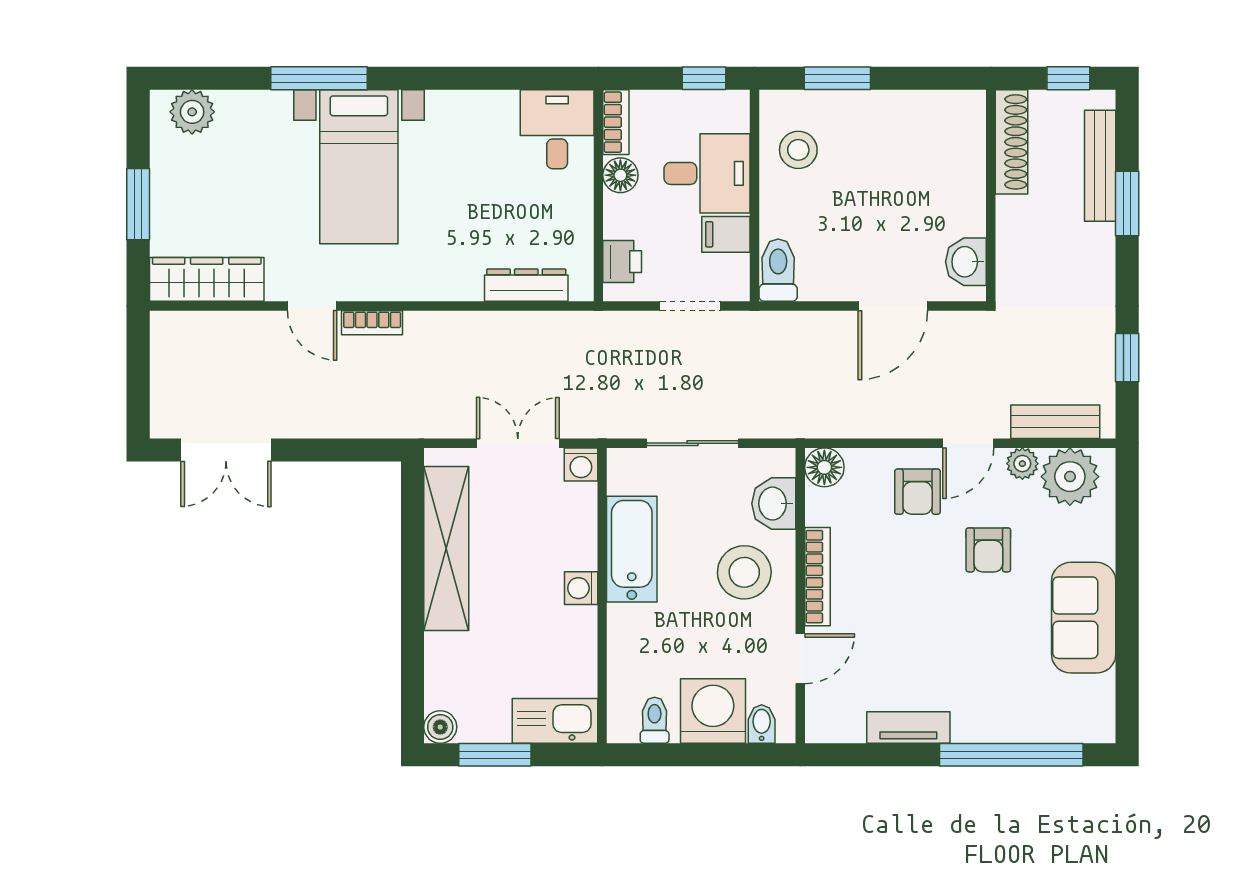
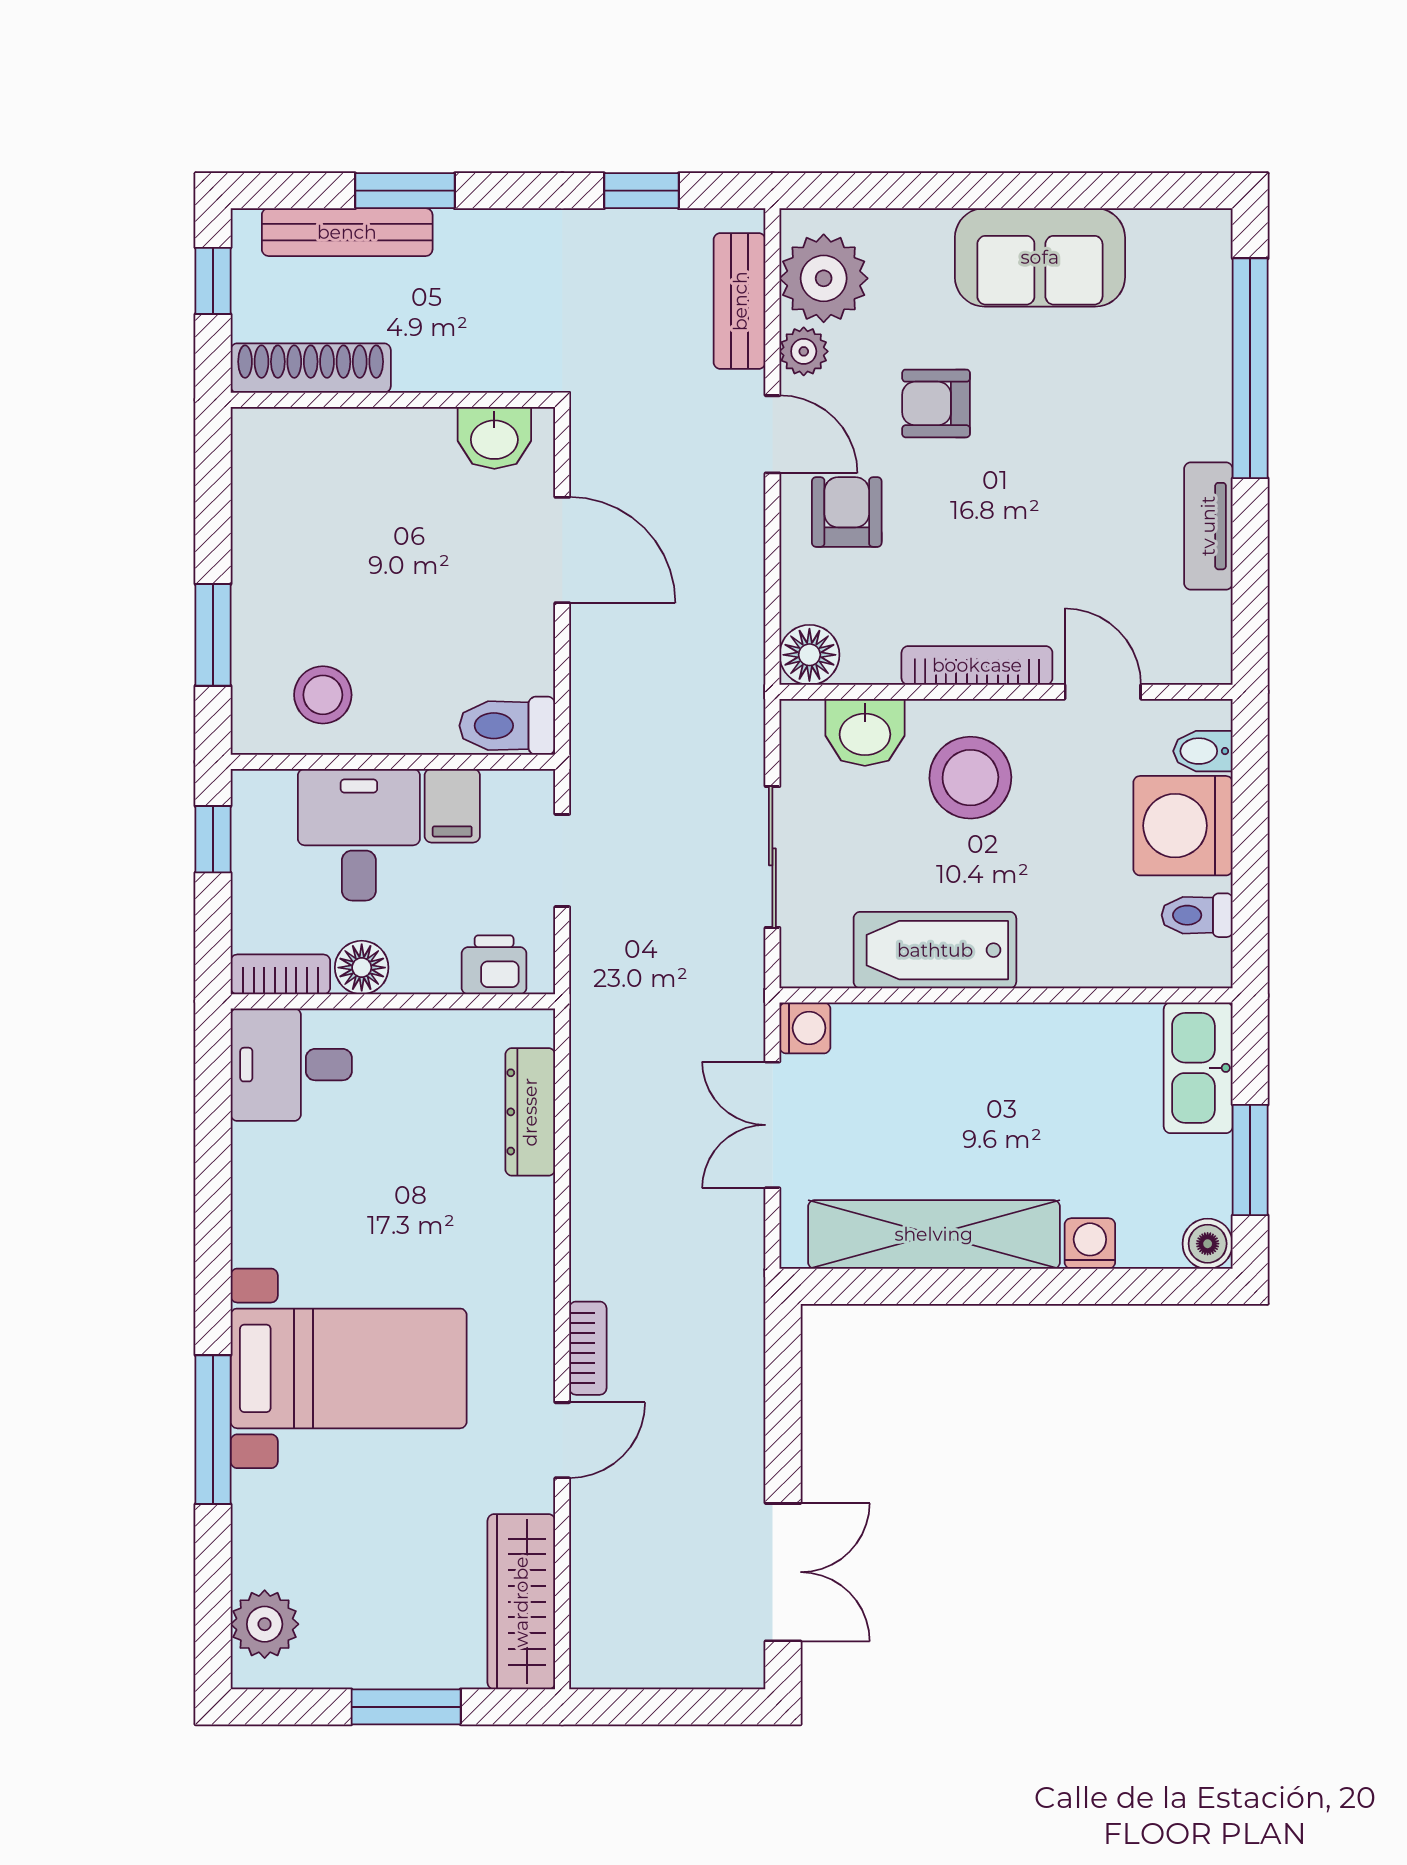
armchair: (918, 492) -> (847, 512), turned -90
armchair: (988, 550) -> (936, 403), turned 180
washing machine: (581, 588) -> (1090, 1243), moved, turned 180

